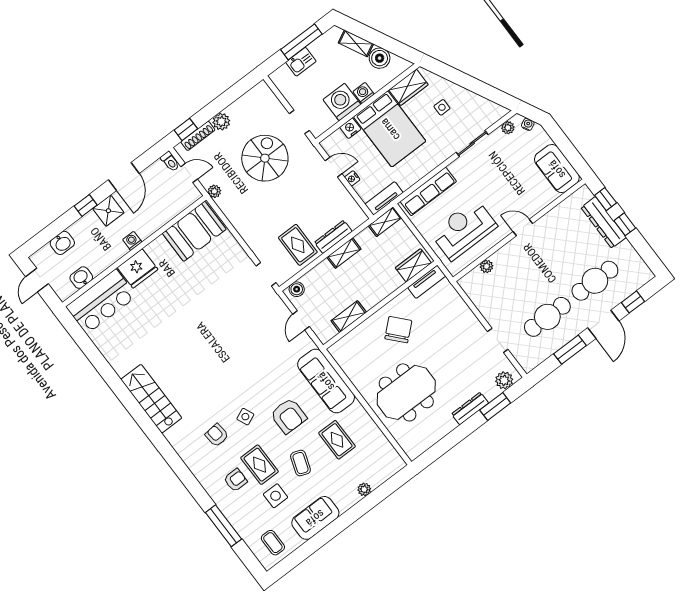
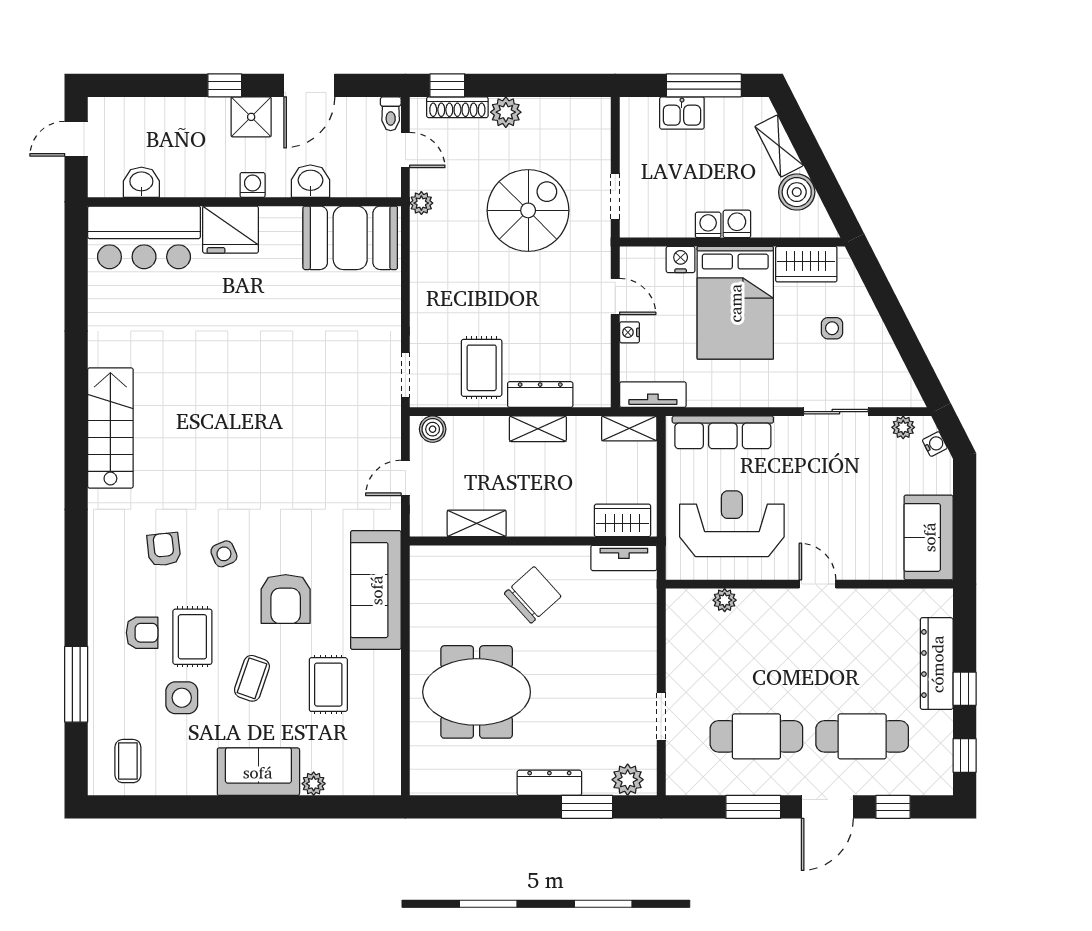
washing machine: (342, 102) -> (708, 225), width x0.53, depth x0.53
window: (606, 199) -> (965, 755), moved
washbasin: (62, 243) -> (310, 181), moved, turned 180
sofa: (315, 518) -> (258, 772), moved

